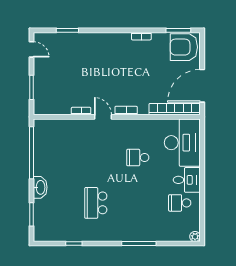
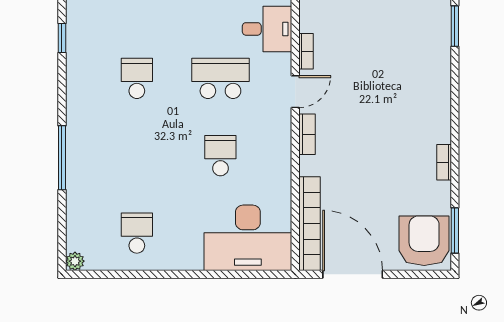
school desk: (96, 158) -> (220, 78), added
desk: (187, 180) -> (267, 29), moved, turned -90
school desk: (96, 203) -> (137, 78), width x0.54

